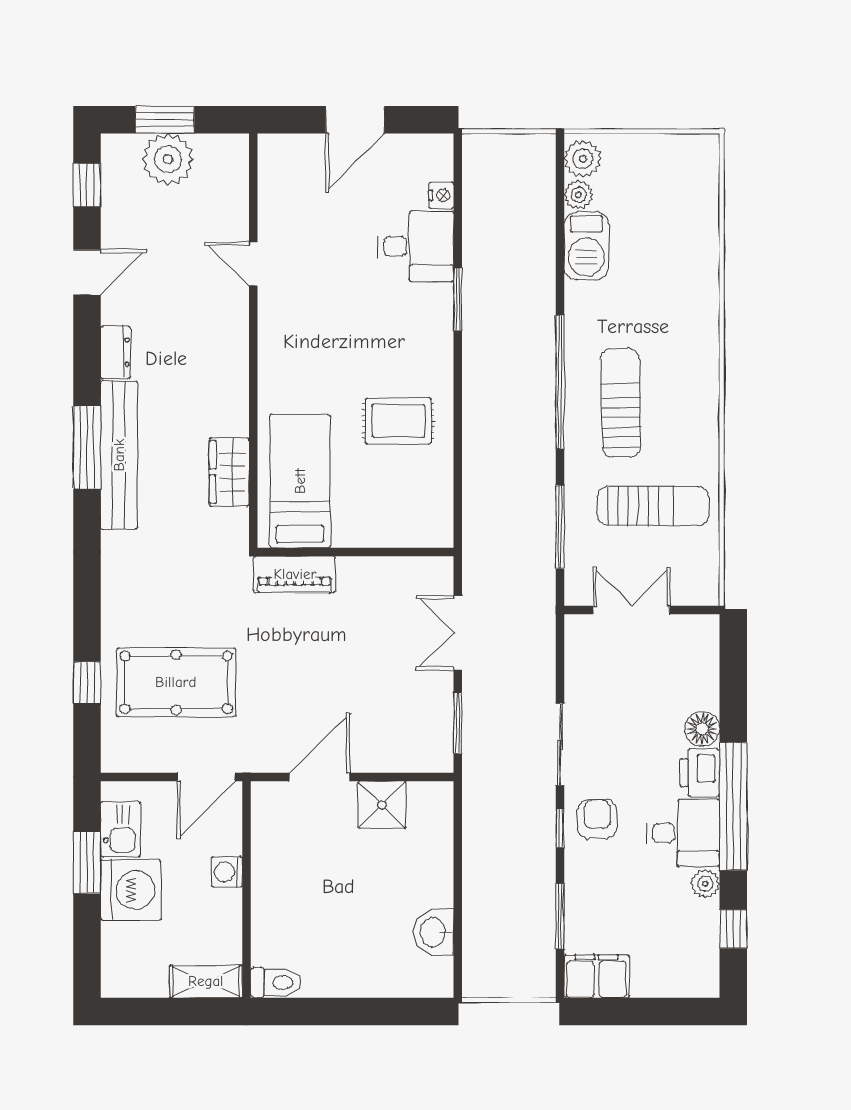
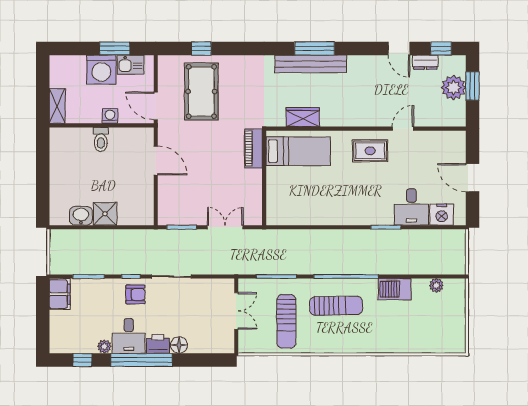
plant: (583, 159) -> (454, 287), removed
nightstand: (441, 195) -> (442, 215), width x1.89, depth x1.79
barbecue: (586, 246) -> (395, 289), moved
dresser: (115, 352) -> (425, 62), moved
rug: (398, 421) -> (370, 151), moved, turned 90
shower: (382, 805) -> (105, 214), moved
toilet: (276, 982) -> (101, 140), moved

